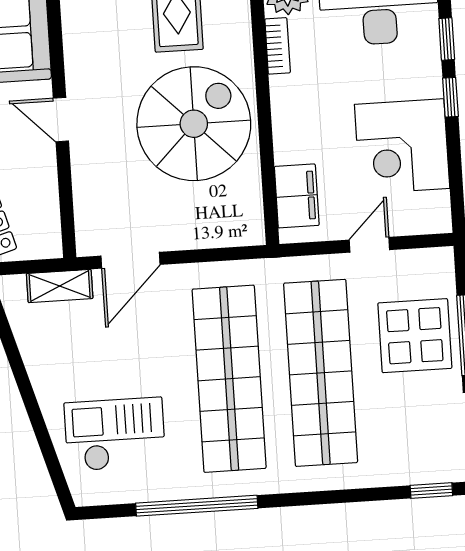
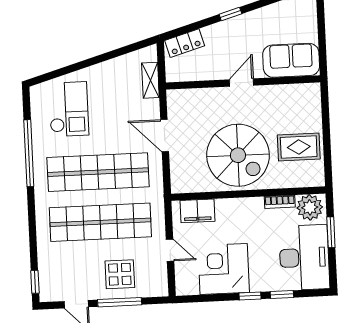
door: (131, 260) -> (165, 136), moved
display table: (415, 336) -> (120, 274), width x0.73, depth x0.73

